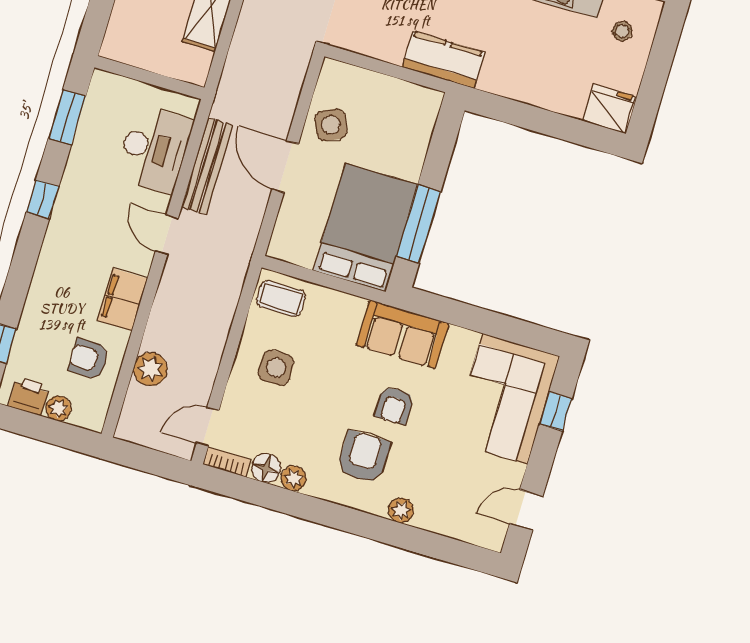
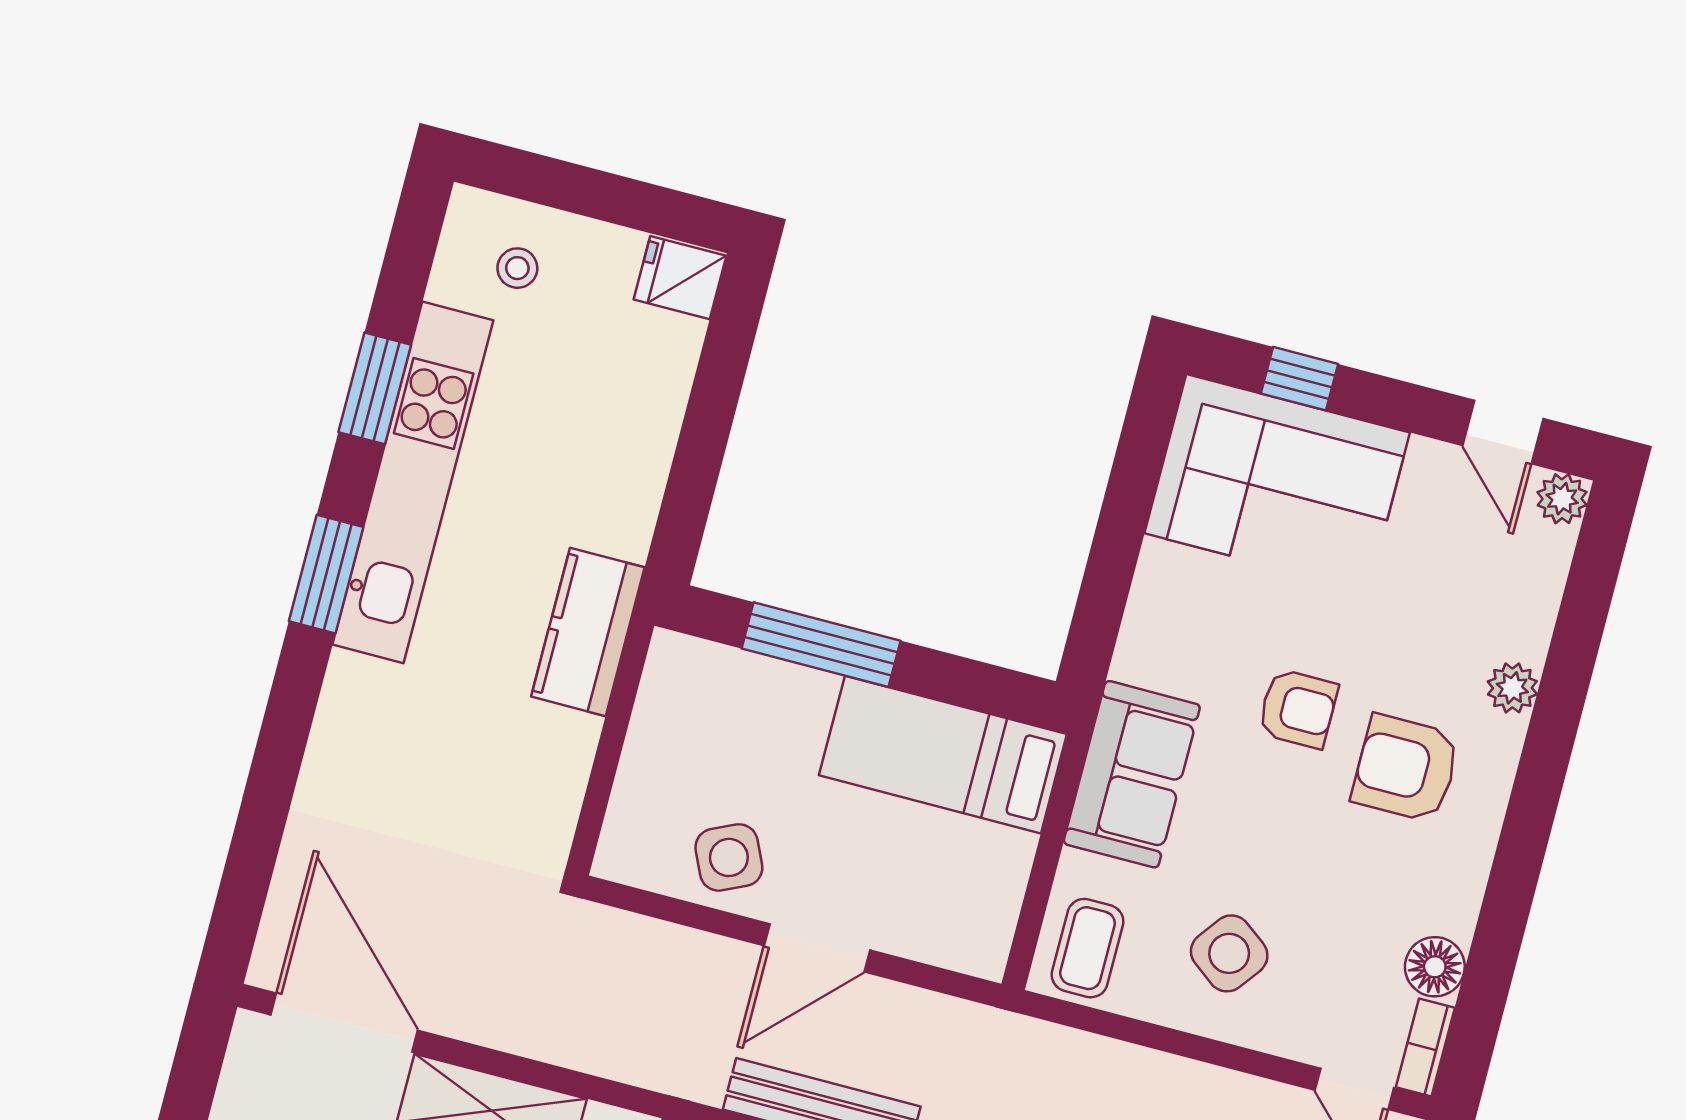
fridge: (609, 109) -> (680, 278), width x0.72
window: (418, 224) -> (821, 645), moved
bed: (366, 228) -> (943, 755), width x0.67
sofa: (402, 334) -> (1132, 774), moved
side table: (276, 368) -> (1229, 953), turned 37
plant: (294, 478) -> (1562, 499), moved

